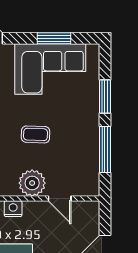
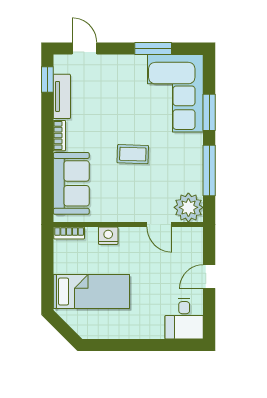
corner sofa: (50, 69) -> (175, 93), moved, turned 90
plant: (32, 183) -> (188, 207), moved

